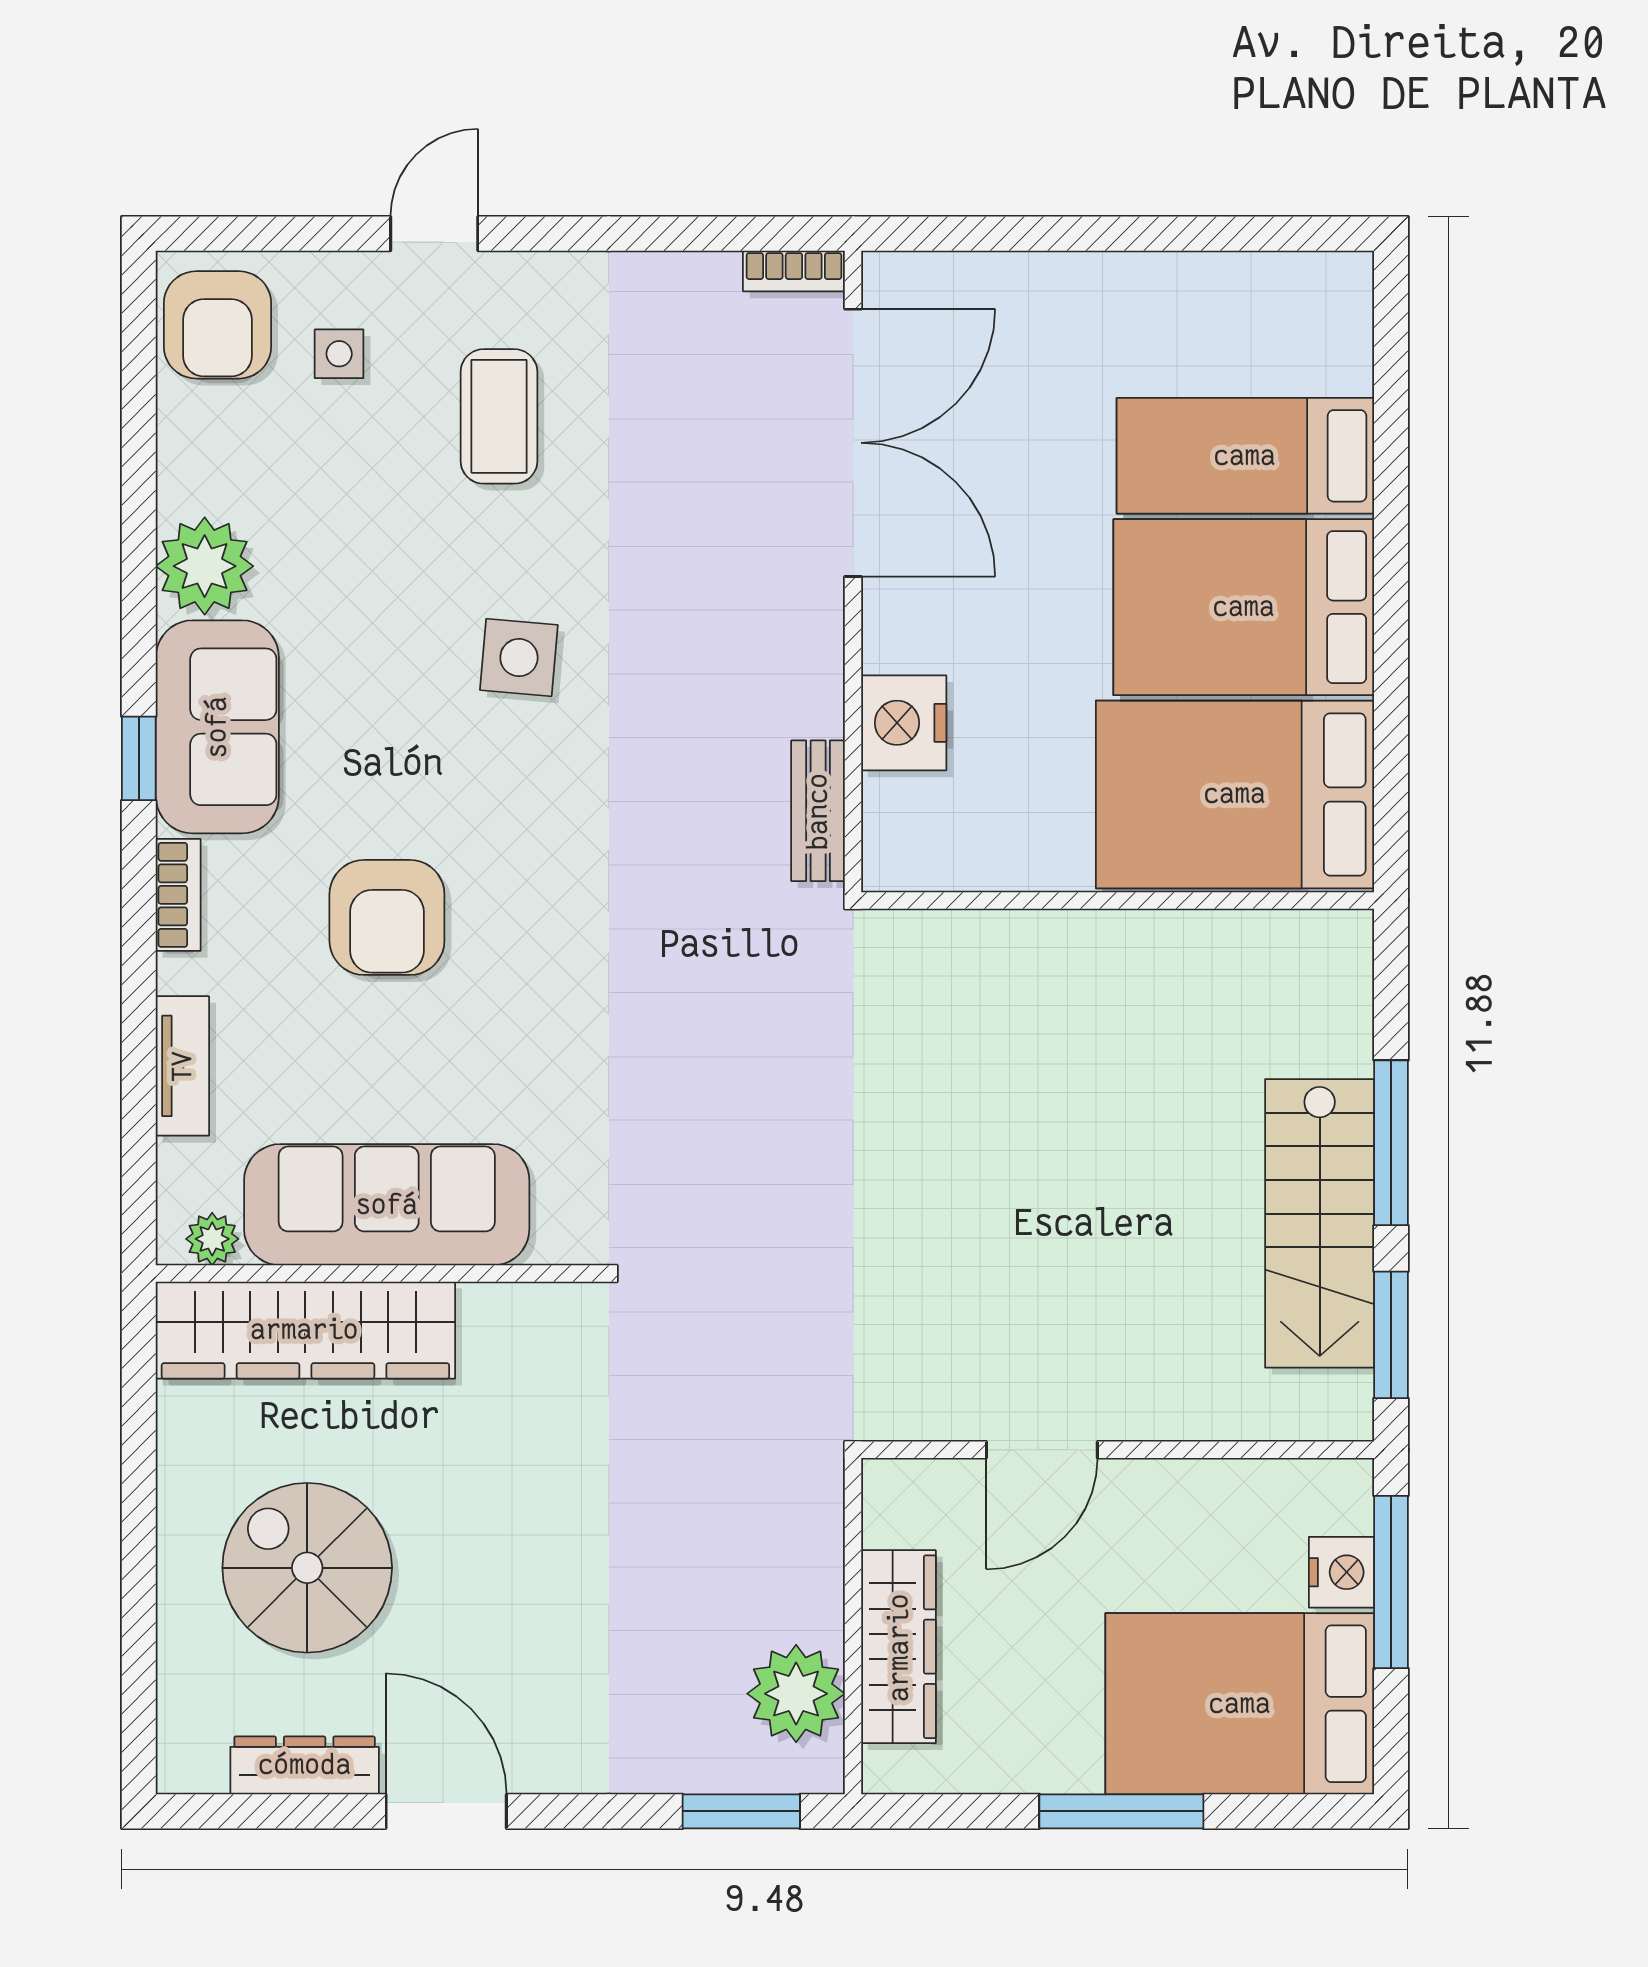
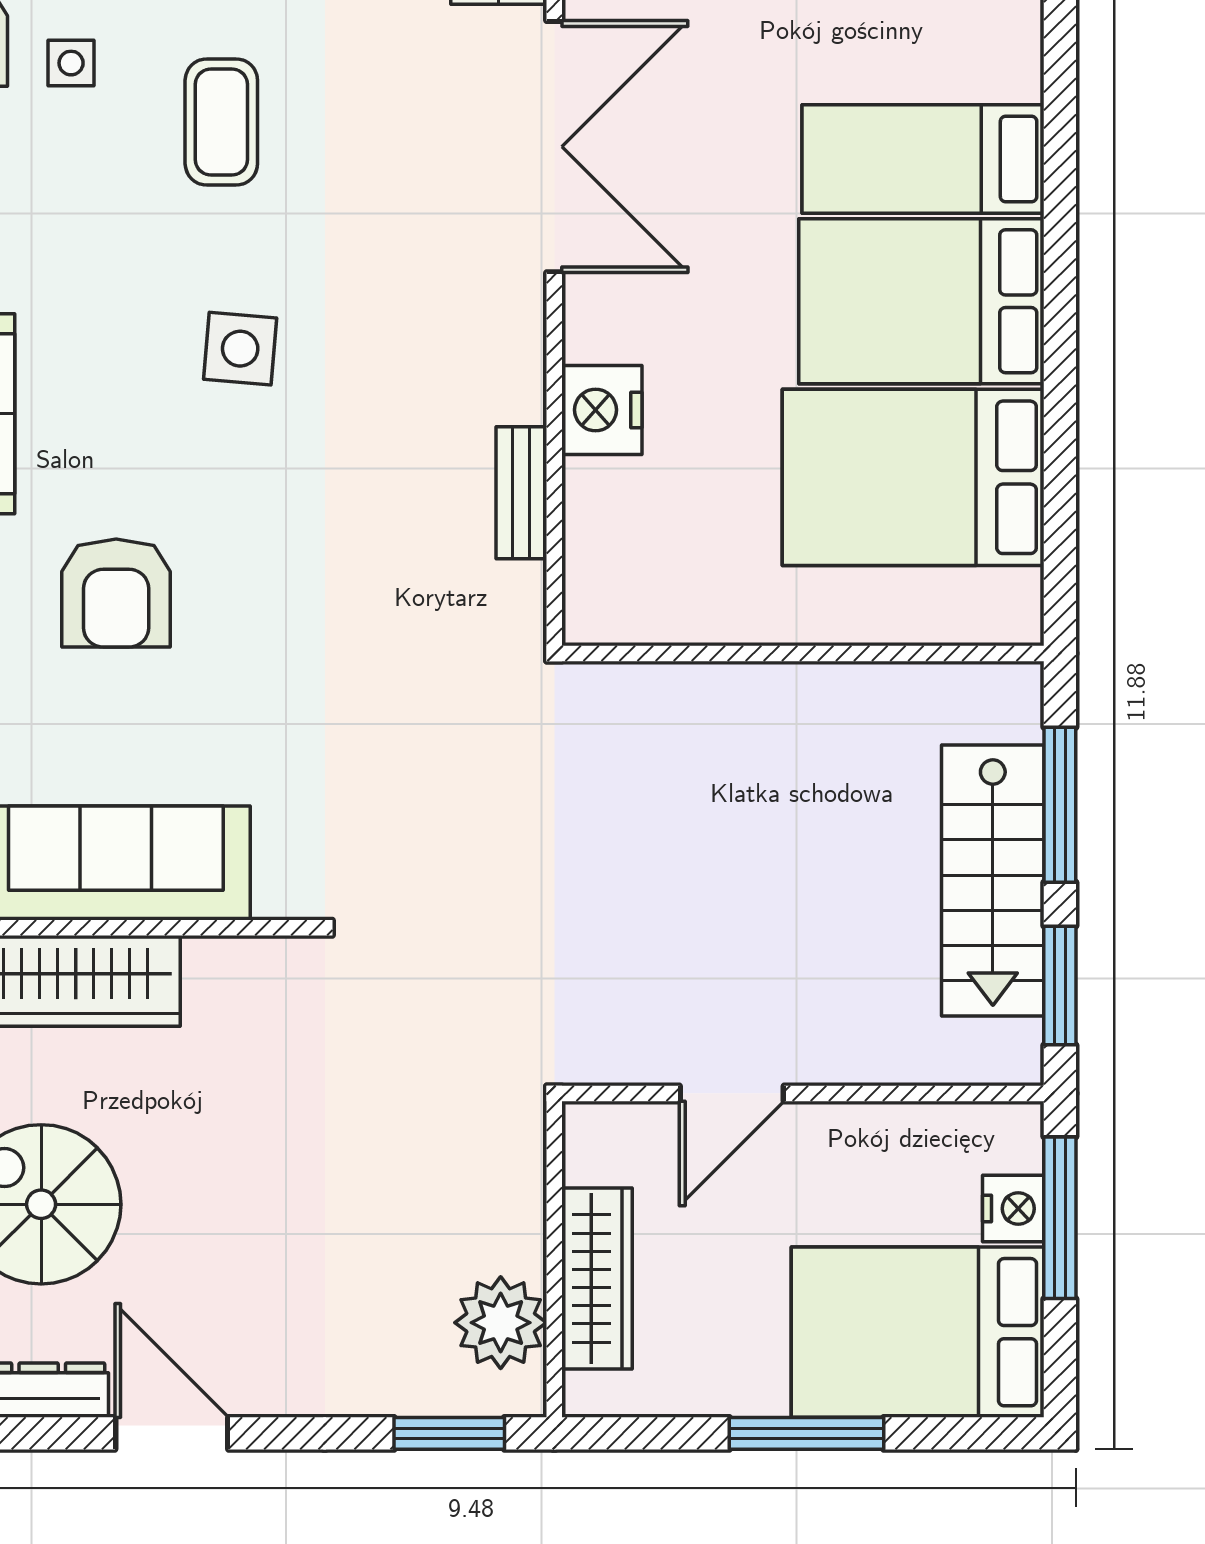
wall: (1118, 900) -> (803, 653), moved

